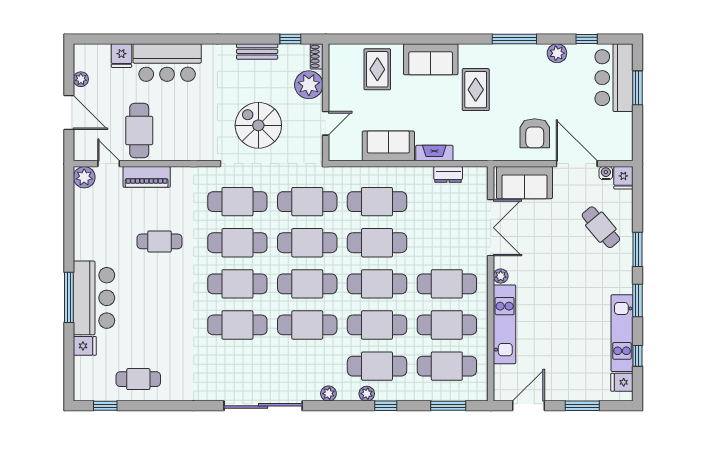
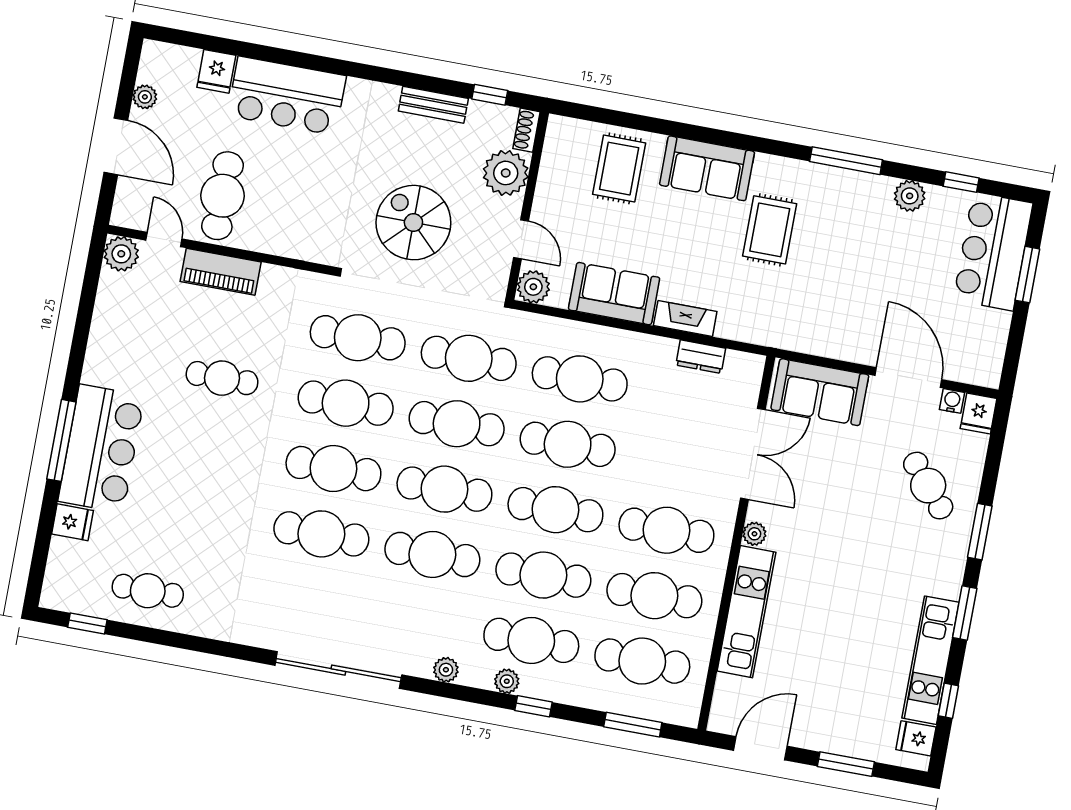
door: (326, 123) -> (521, 239), hinge flipped
armchair: (535, 133) -> (851, 317), removed
plant: (338, 151) -> (533, 287), added

